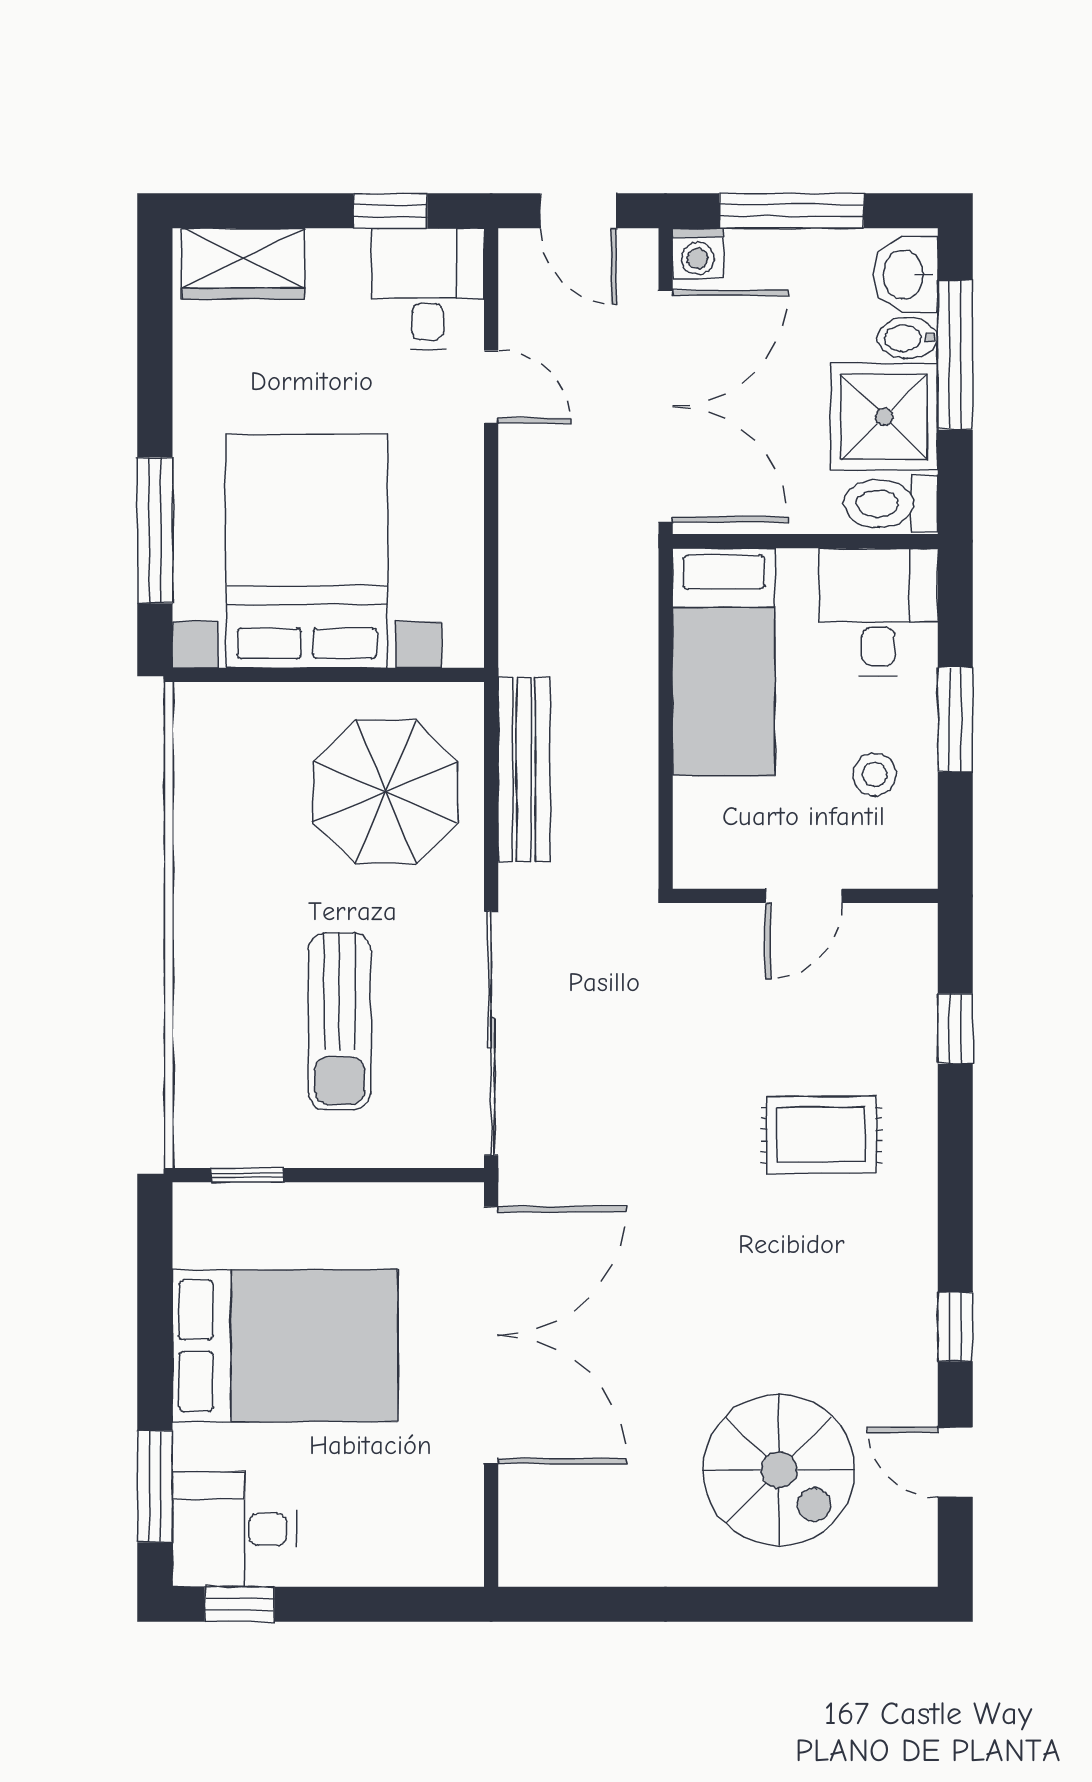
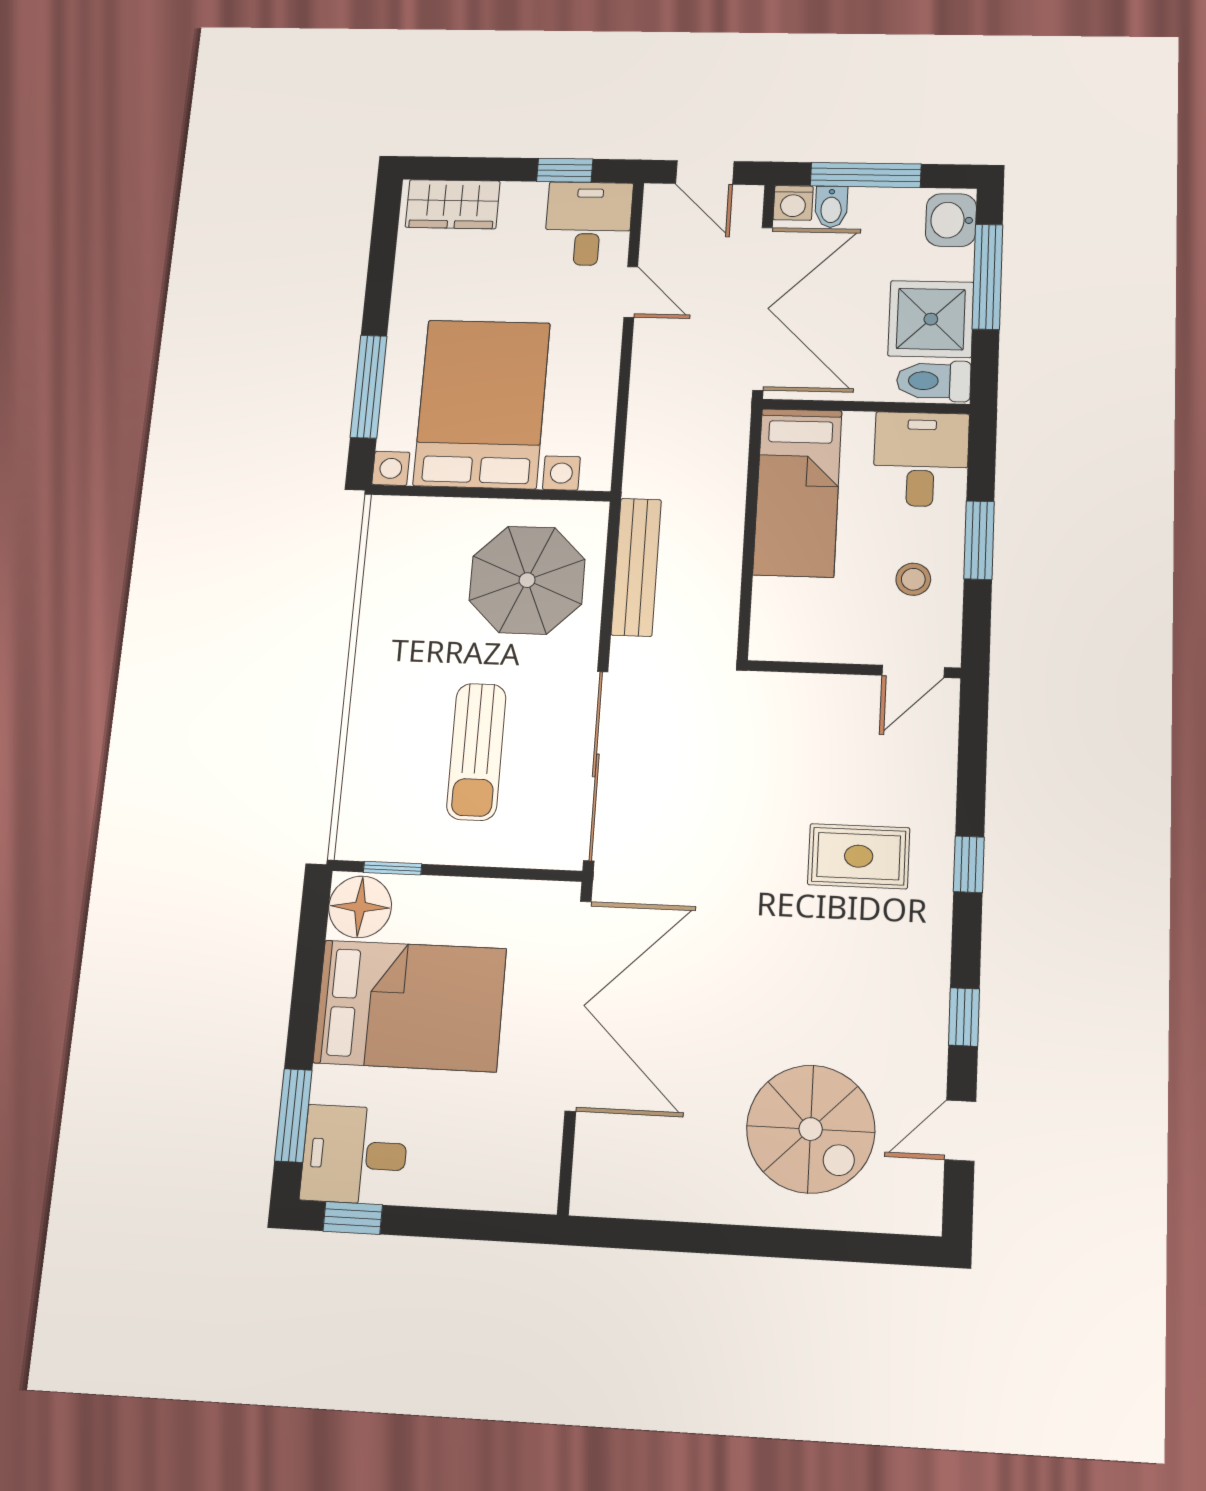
bidet: (908, 338) -> (831, 207), moved, turned -90
door: (804, 896) -> (913, 671), moved
window: (955, 1029) -> (969, 864), moved
floor lamp: (211, 1226) -> (360, 907), added
door: (955, 1462) -> (960, 1131), hinge flipped

